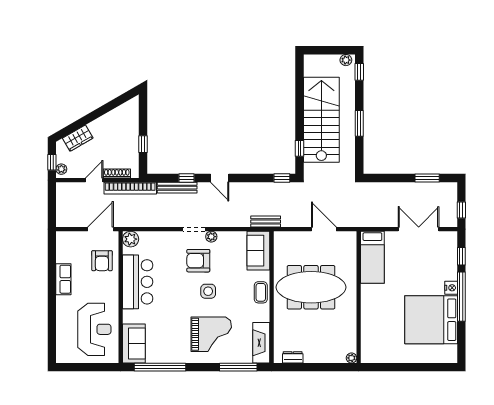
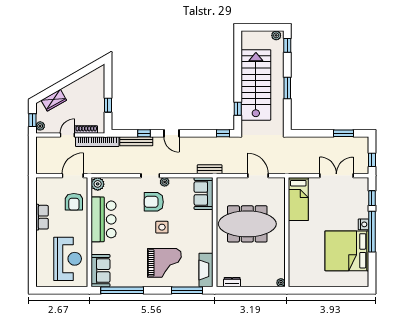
coffee table: (261, 292) -> (206, 228), removed

